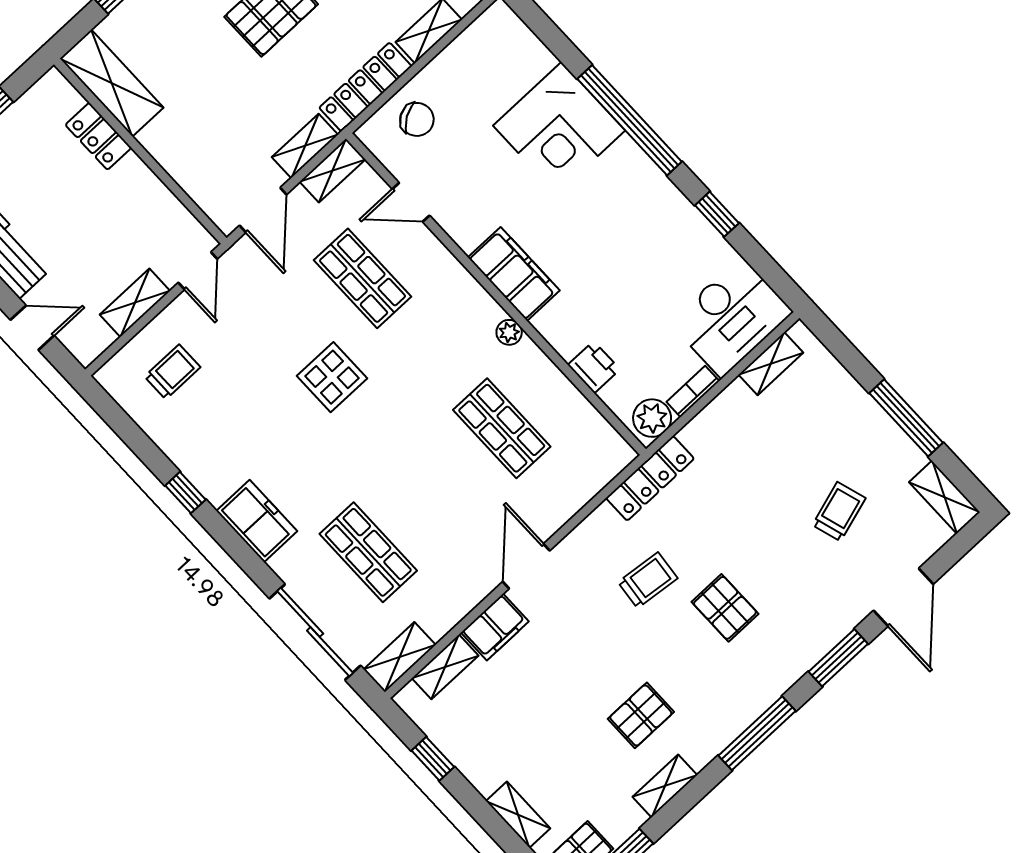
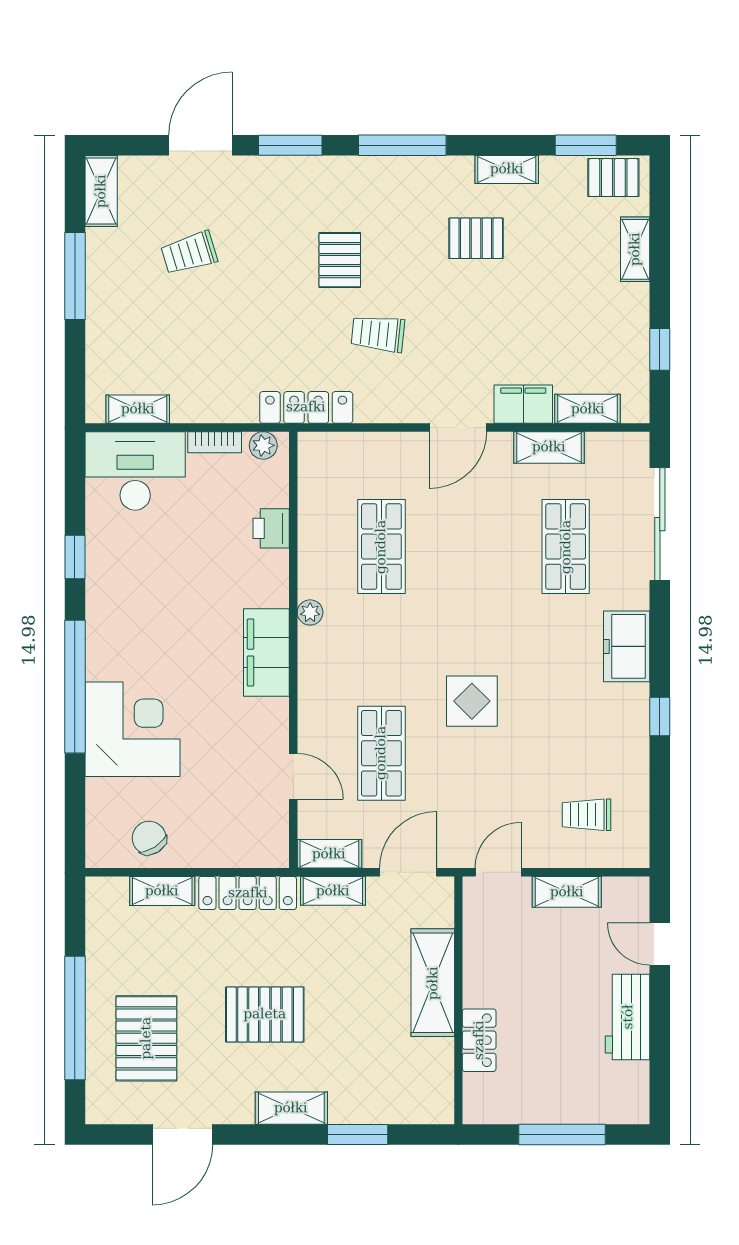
shelving: (112, 83) -> (433, 983), moved
chair: (417, 119) -> (149, 838), moved
plant: (652, 418) -> (263, 445), width x0.73, depth x0.73
shelving: (400, 657) -> (549, 447), moved

